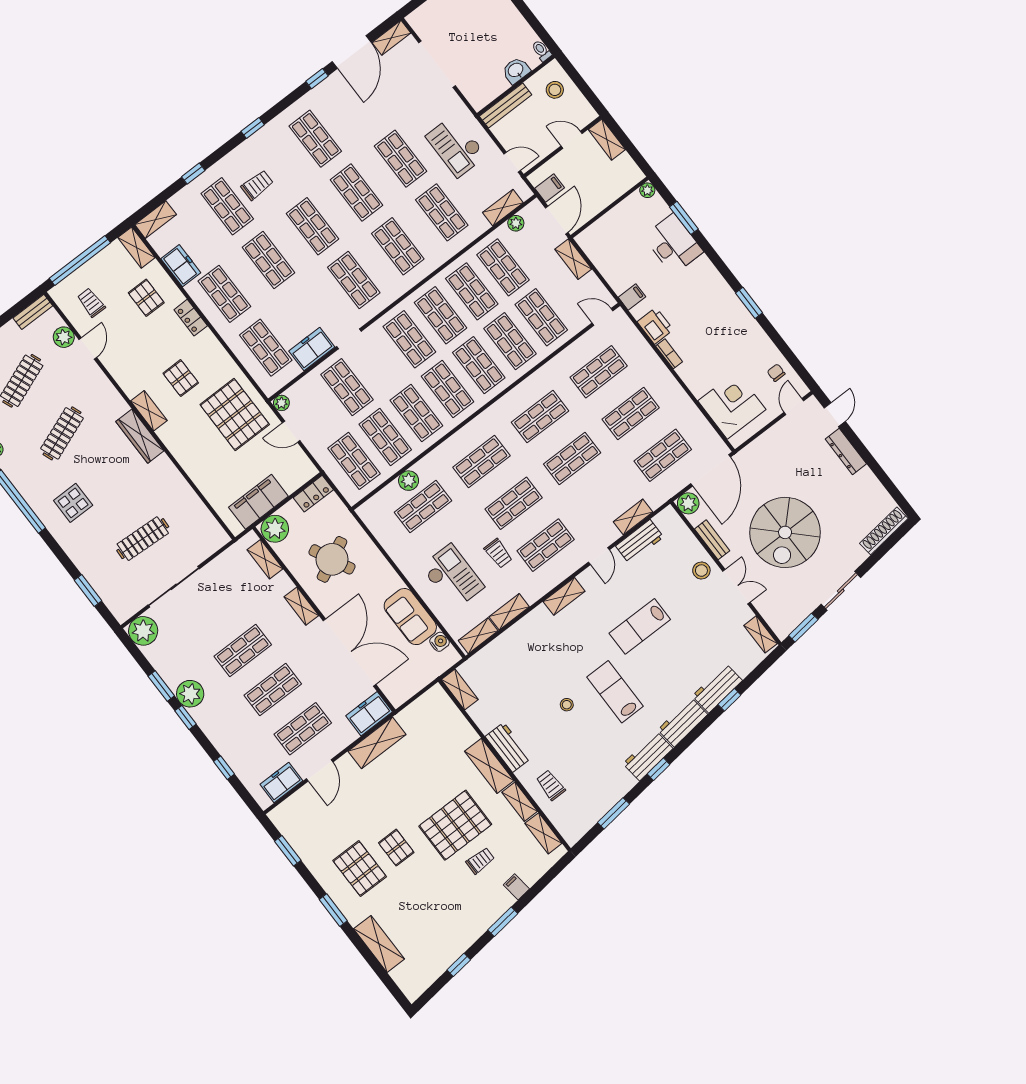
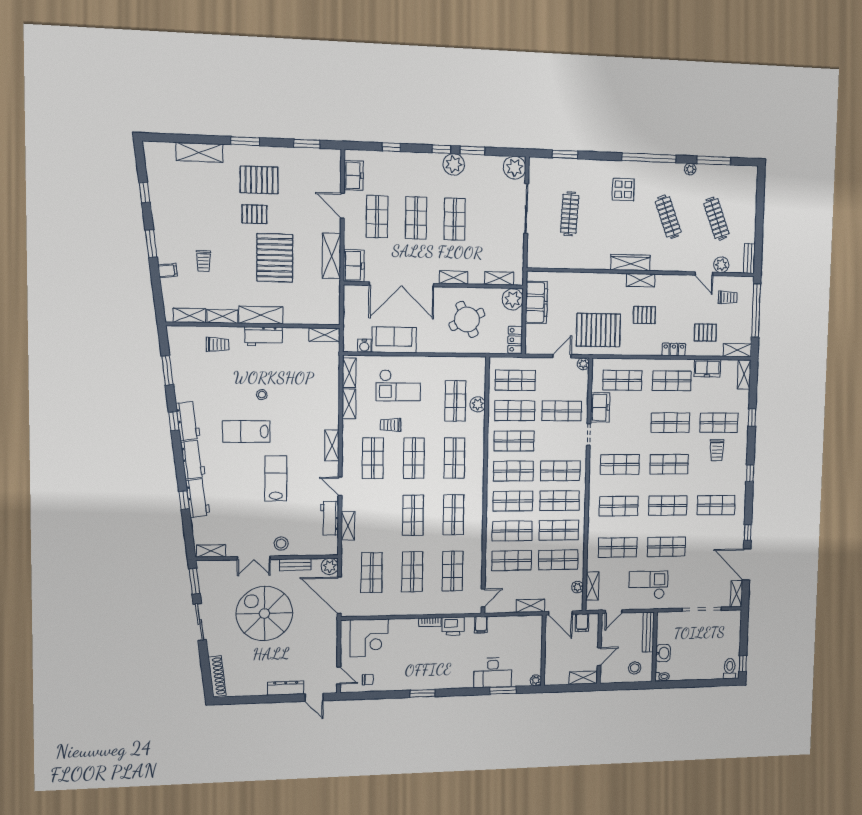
lab bench: (615, 692) -> (246, 431), turned 180
pallet: (455, 825) -> (275, 258), moved

